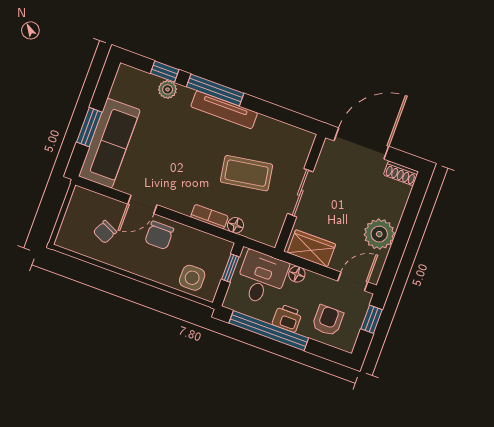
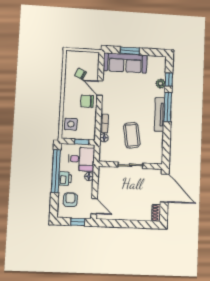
plant: (379, 234) -> (122, 212), removed
wardrobe: (312, 248) -> (104, 180), removed
armchair: (328, 320) -> (70, 200), turned -90

